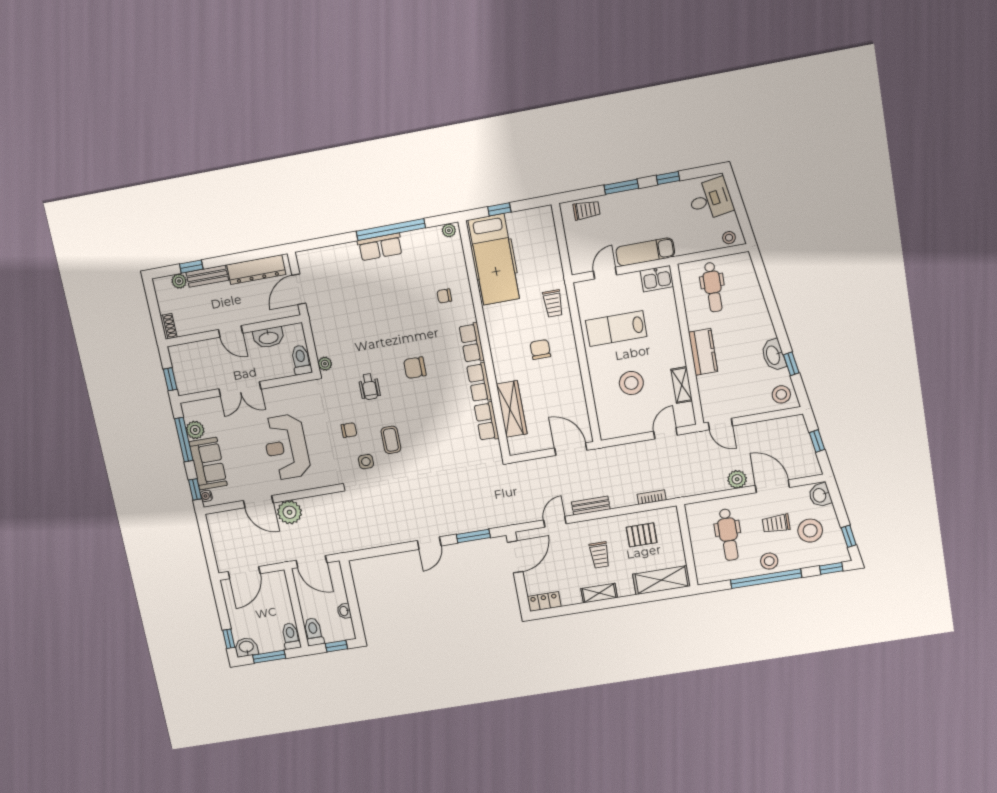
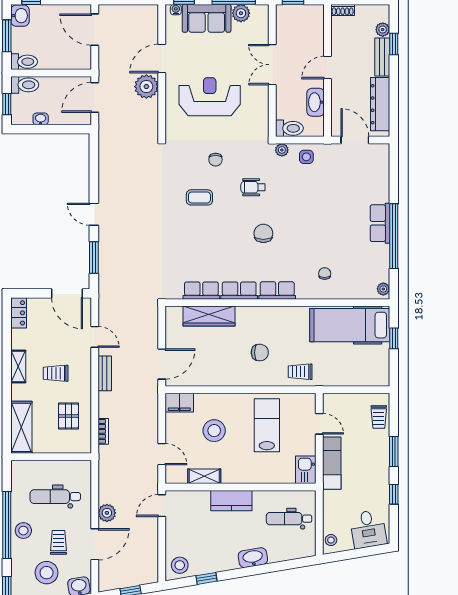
washbasin: (773, 355) -> (253, 558), moved
filing cabinet: (608, 424) -> (179, 403), added
side table: (366, 462) -> (306, 157), moved

